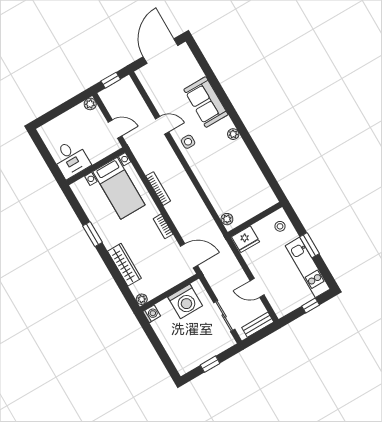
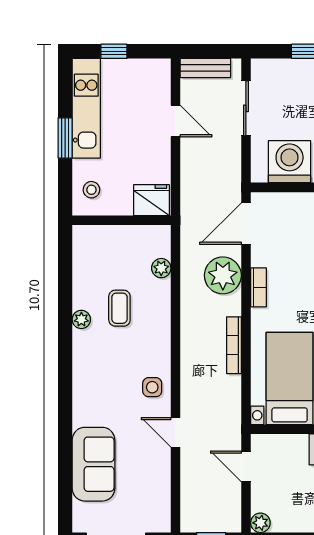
sofa: (206, 102) -> (94, 464), moved
plant: (233, 134) -> (81, 319), moved
coffee table: (229, 173) -> (119, 308), added
plant: (227, 219) -> (161, 268), moved
plant: (185, 222) -> (223, 275), added
door: (189, 256) -> (246, 224), hinge flipped

